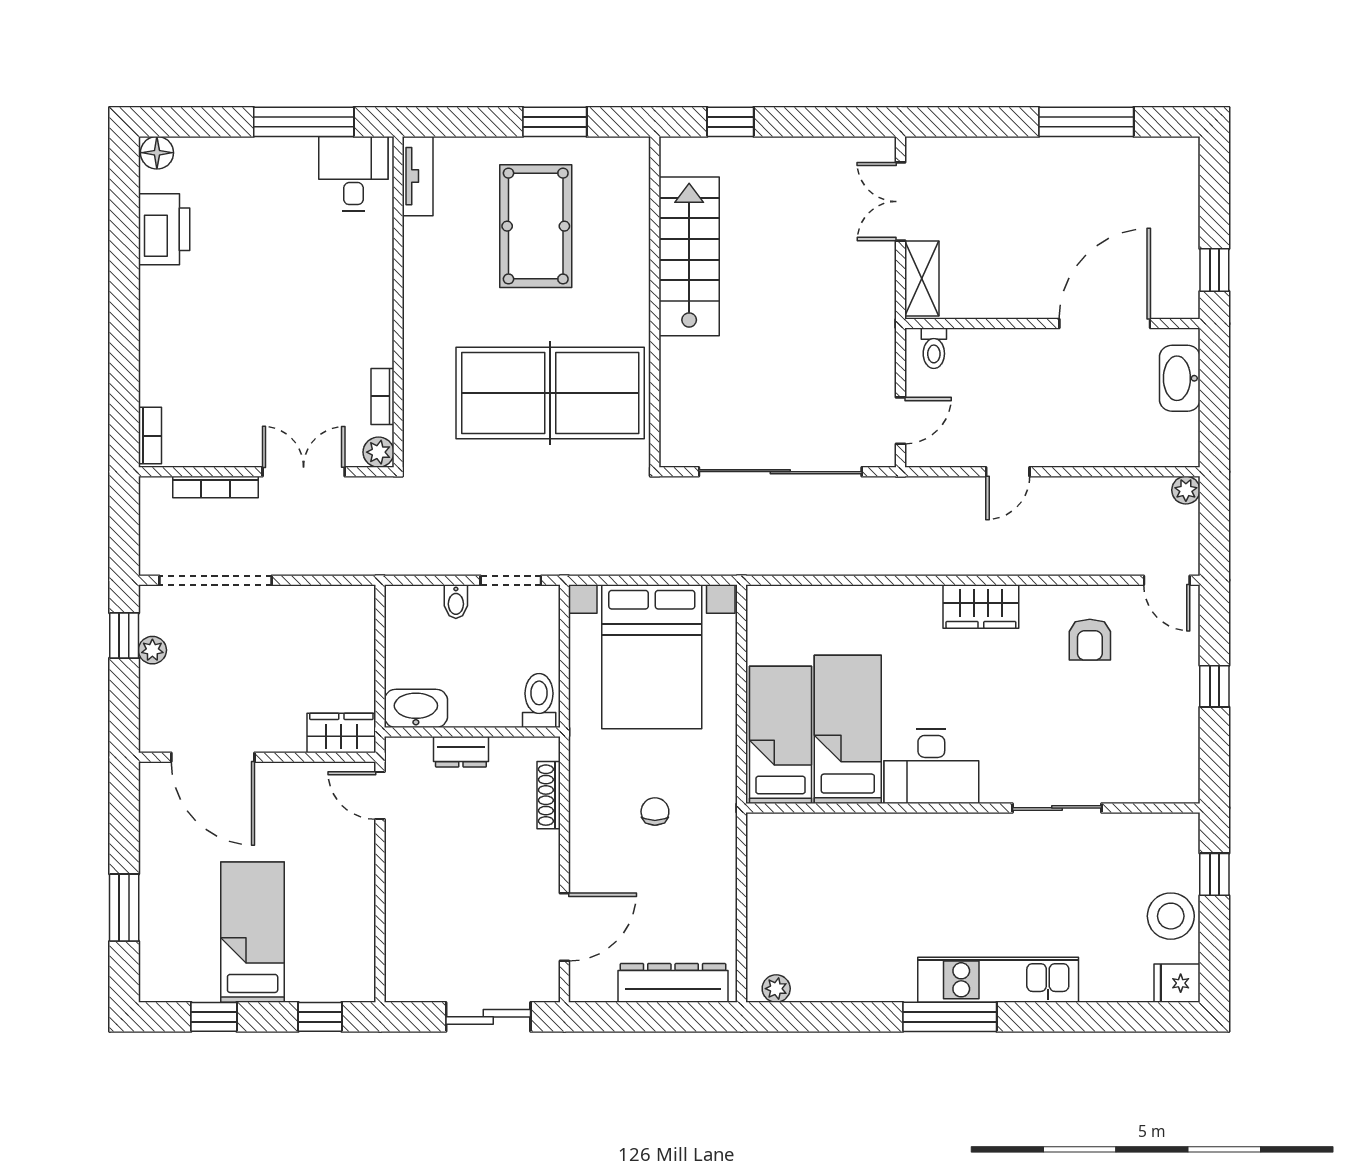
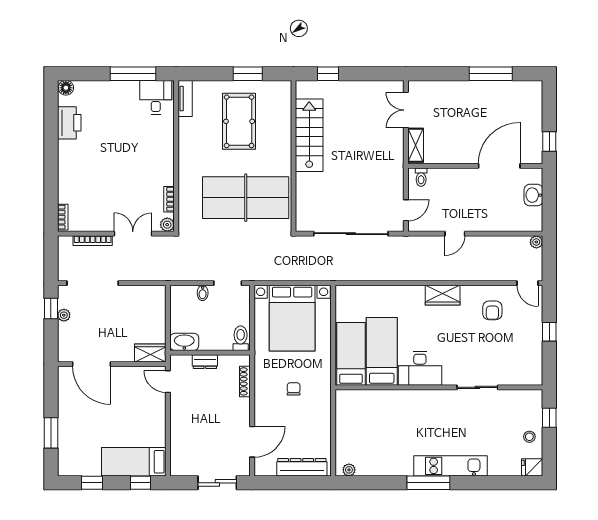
washbasin: (1180, 378) -> (533, 195), width x0.72
stool: (1171, 916) -> (529, 437), width x0.53, depth x0.53
bed: (253, 932) -> (134, 462), moved, turned -90

